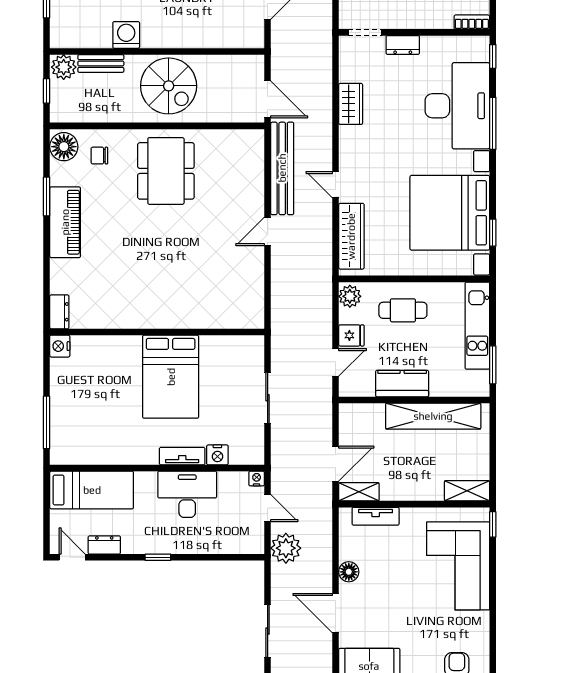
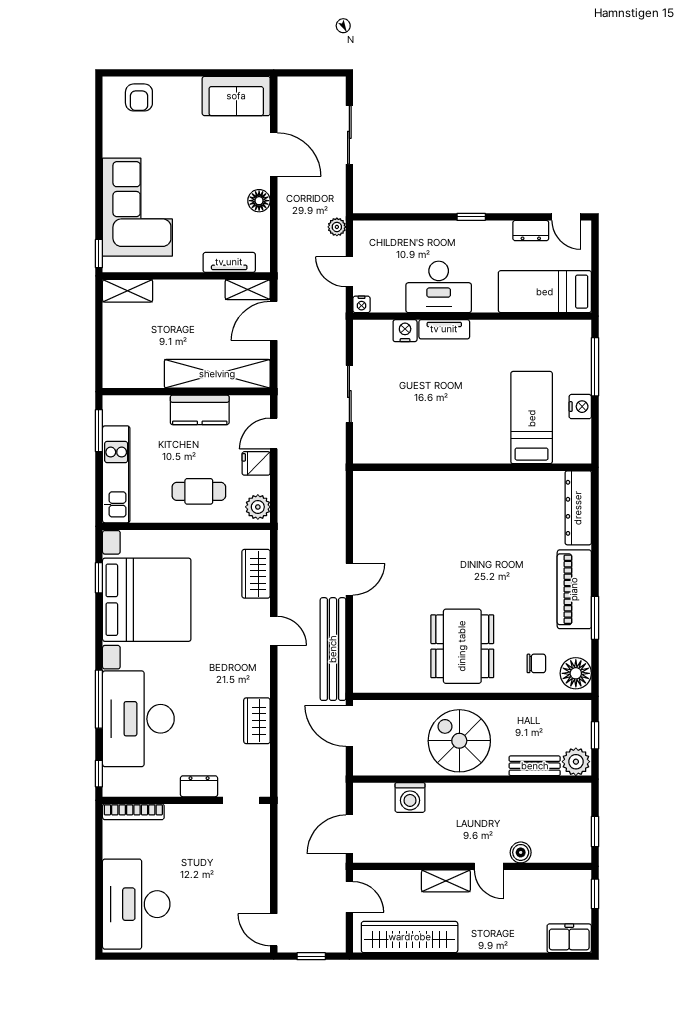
bookcase: (472, 22) -> (133, 812), width x1.56
washing machine: (126, 35) -> (410, 797), moved
wardrobe: (351, 236) -> (256, 574), width x0.67
dresser: (59, 312) -> (578, 508), width x1.96, depth x1.24
nightstand: (60, 346) -> (580, 407), moved
bed: (171, 377) -> (532, 418), moved, width x0.67
shelving: (433, 416) -> (217, 374), moved
plant: (286, 548) -> (337, 227), width x0.53, depth x0.53

